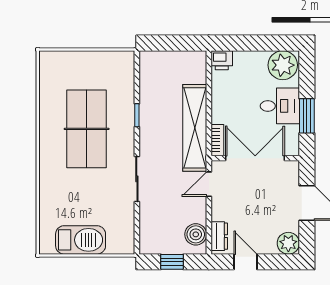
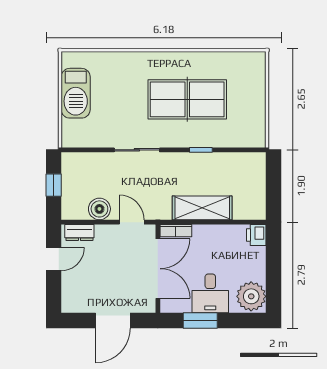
shelving: (195, 128) -> (202, 208), width x0.68
boiler: (196, 234) -> (99, 209), moved
plant: (288, 243) -> (72, 302), removed

